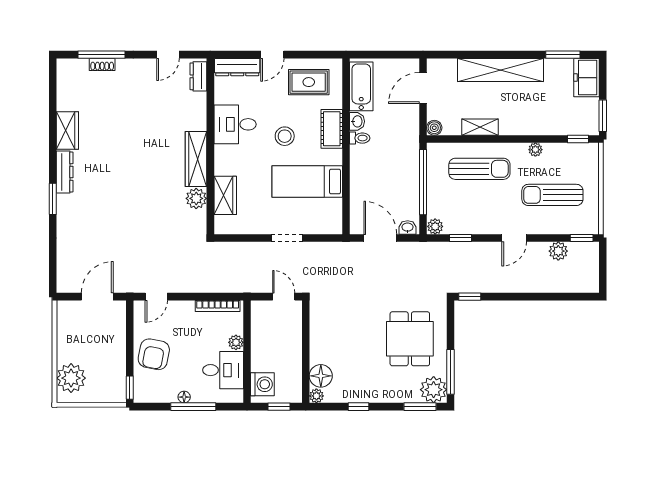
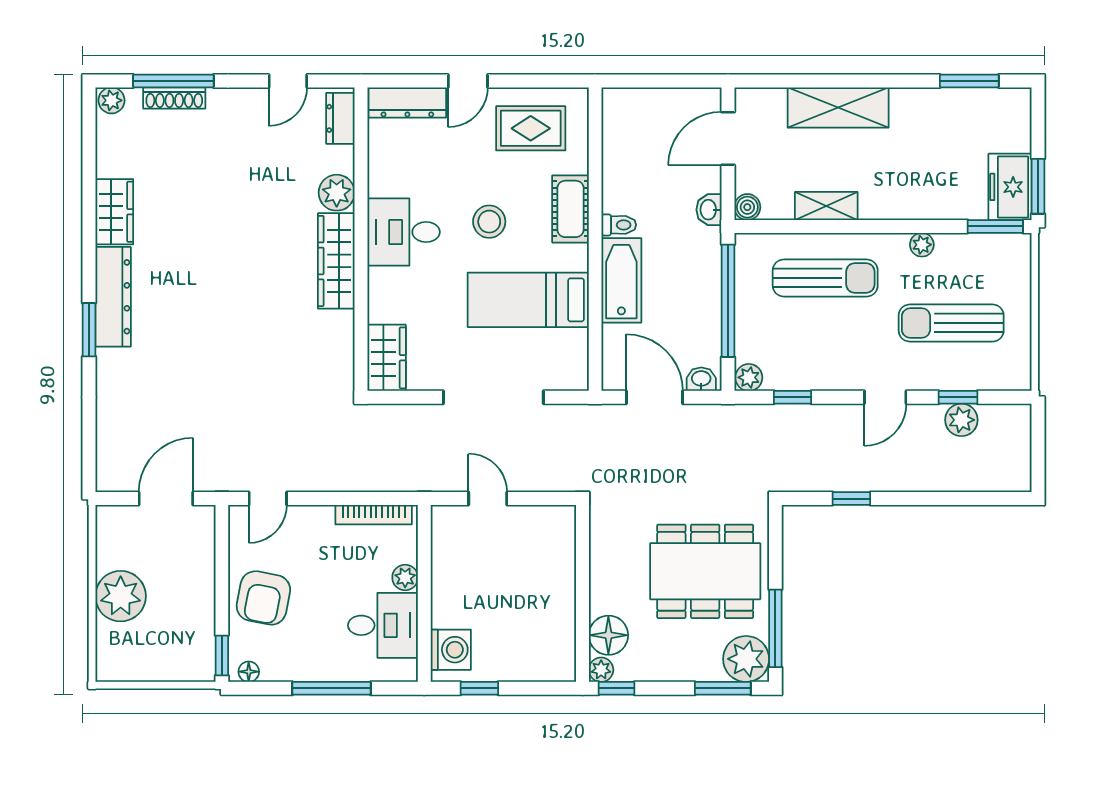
shoe rack: (102, 64) -> (174, 98), width x1.43
plant: (66, 66) -> (112, 100), added
shelving: (501, 70) -> (838, 107), width x0.68
freezer: (587, 78) -> (1010, 187), moved
bathtub: (361, 86) -> (621, 280), moved
washbasin: (357, 121) -> (709, 210), moved, turned 180
desk: (235, 124) -> (404, 232), moved
window: (578, 139) -> (995, 226), width x1.50
dresser: (65, 172) -> (113, 297), width x1.37, depth x1.24
wardrobe: (225, 195) -> (387, 358), moved
plant: (196, 198) -> (337, 193), moved
doorway: (287, 238) -> (493, 397), width x1.87
window: (582, 238) -> (958, 397), moved
window: (470, 297) -> (851, 499), moved
dining table: (410, 339) -> (705, 571), width x1.38
wall: (306, 352) -> (582, 593), moved
floor lamp: (321, 376) -> (608, 635), moved
plant: (71, 378) -> (121, 596), moved
plant: (316, 396) -> (601, 670), moved
floor lamp: (184, 397) -> (249, 672), moved

